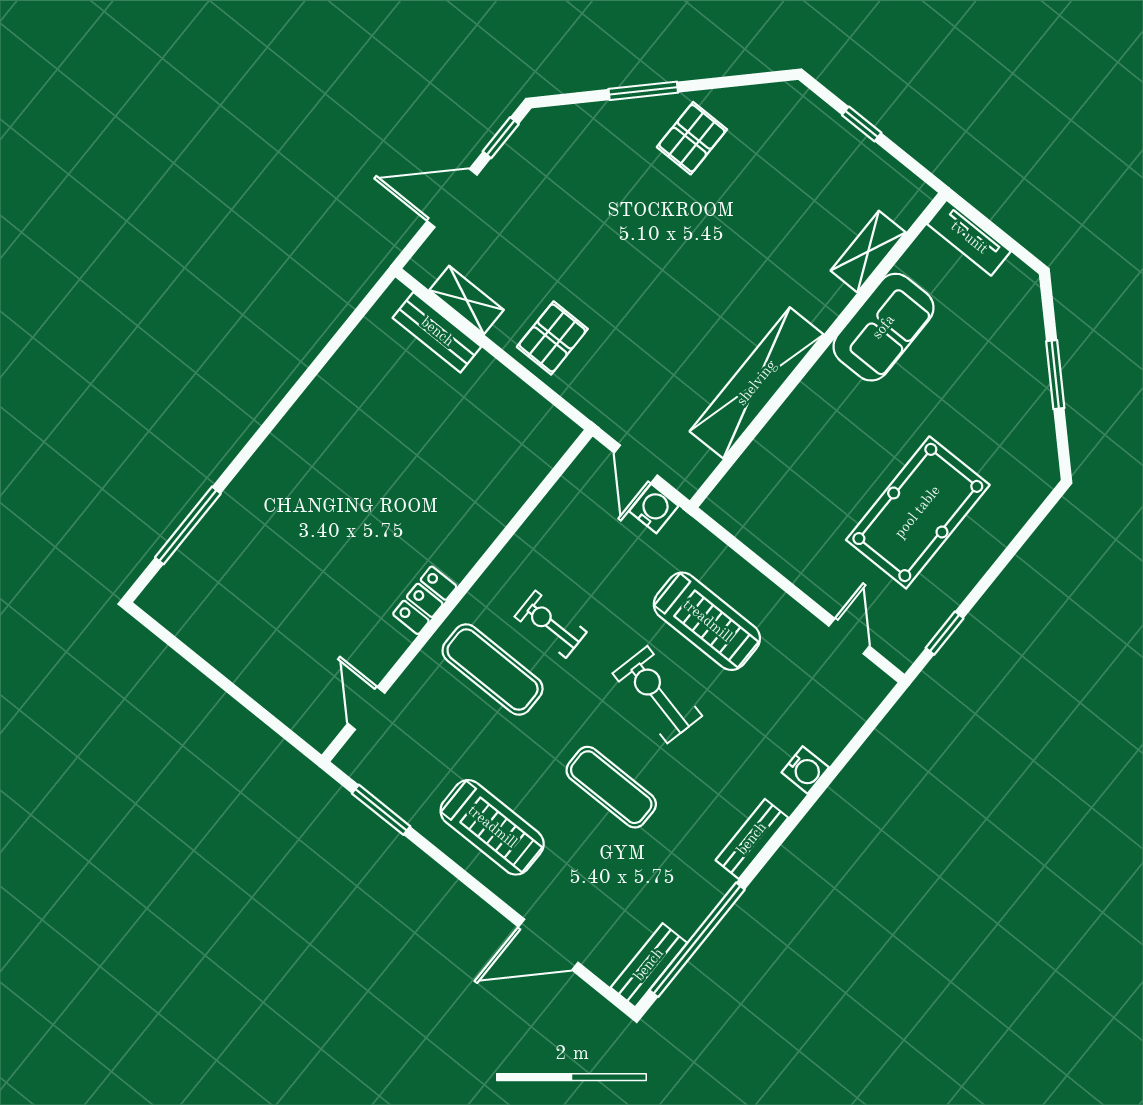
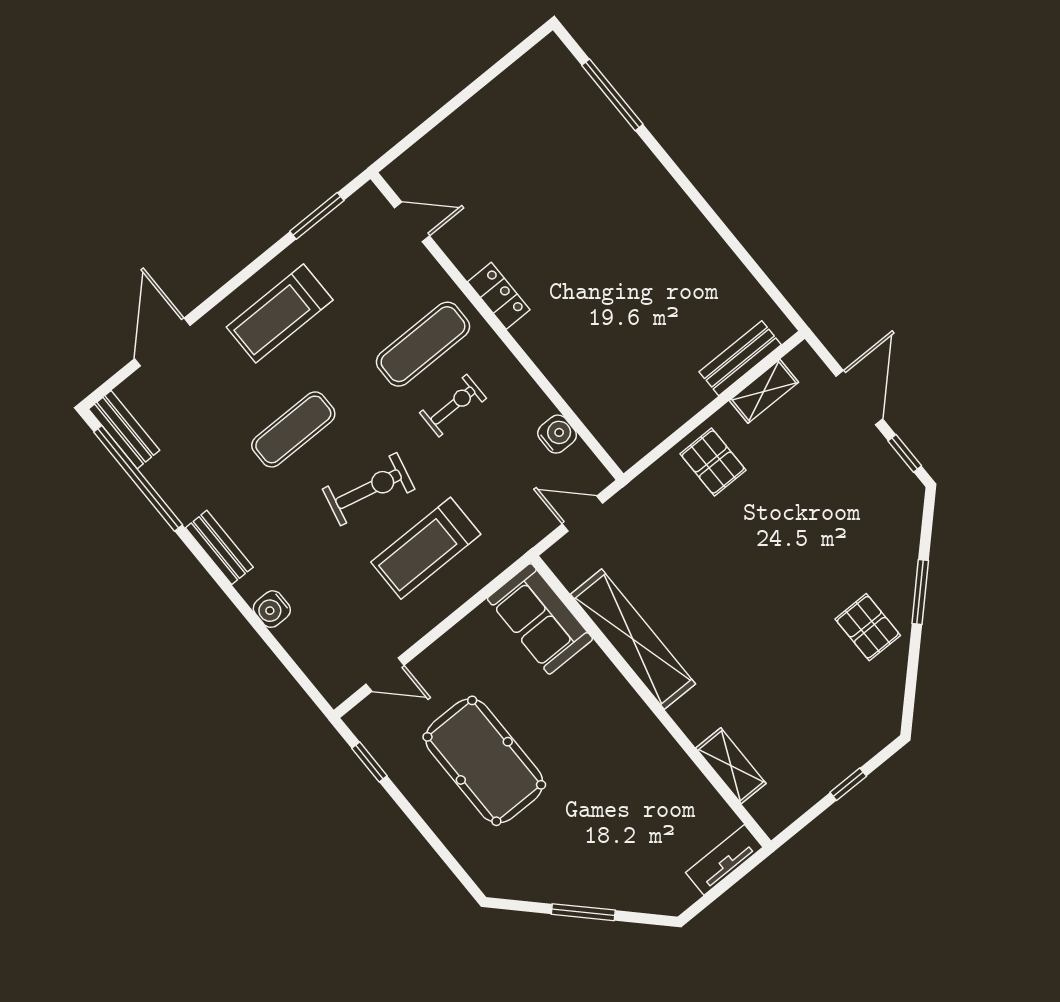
sofa: (884, 327) -> (540, 619), moved
water cooler: (654, 509) -> (557, 434), moved, turned -90

